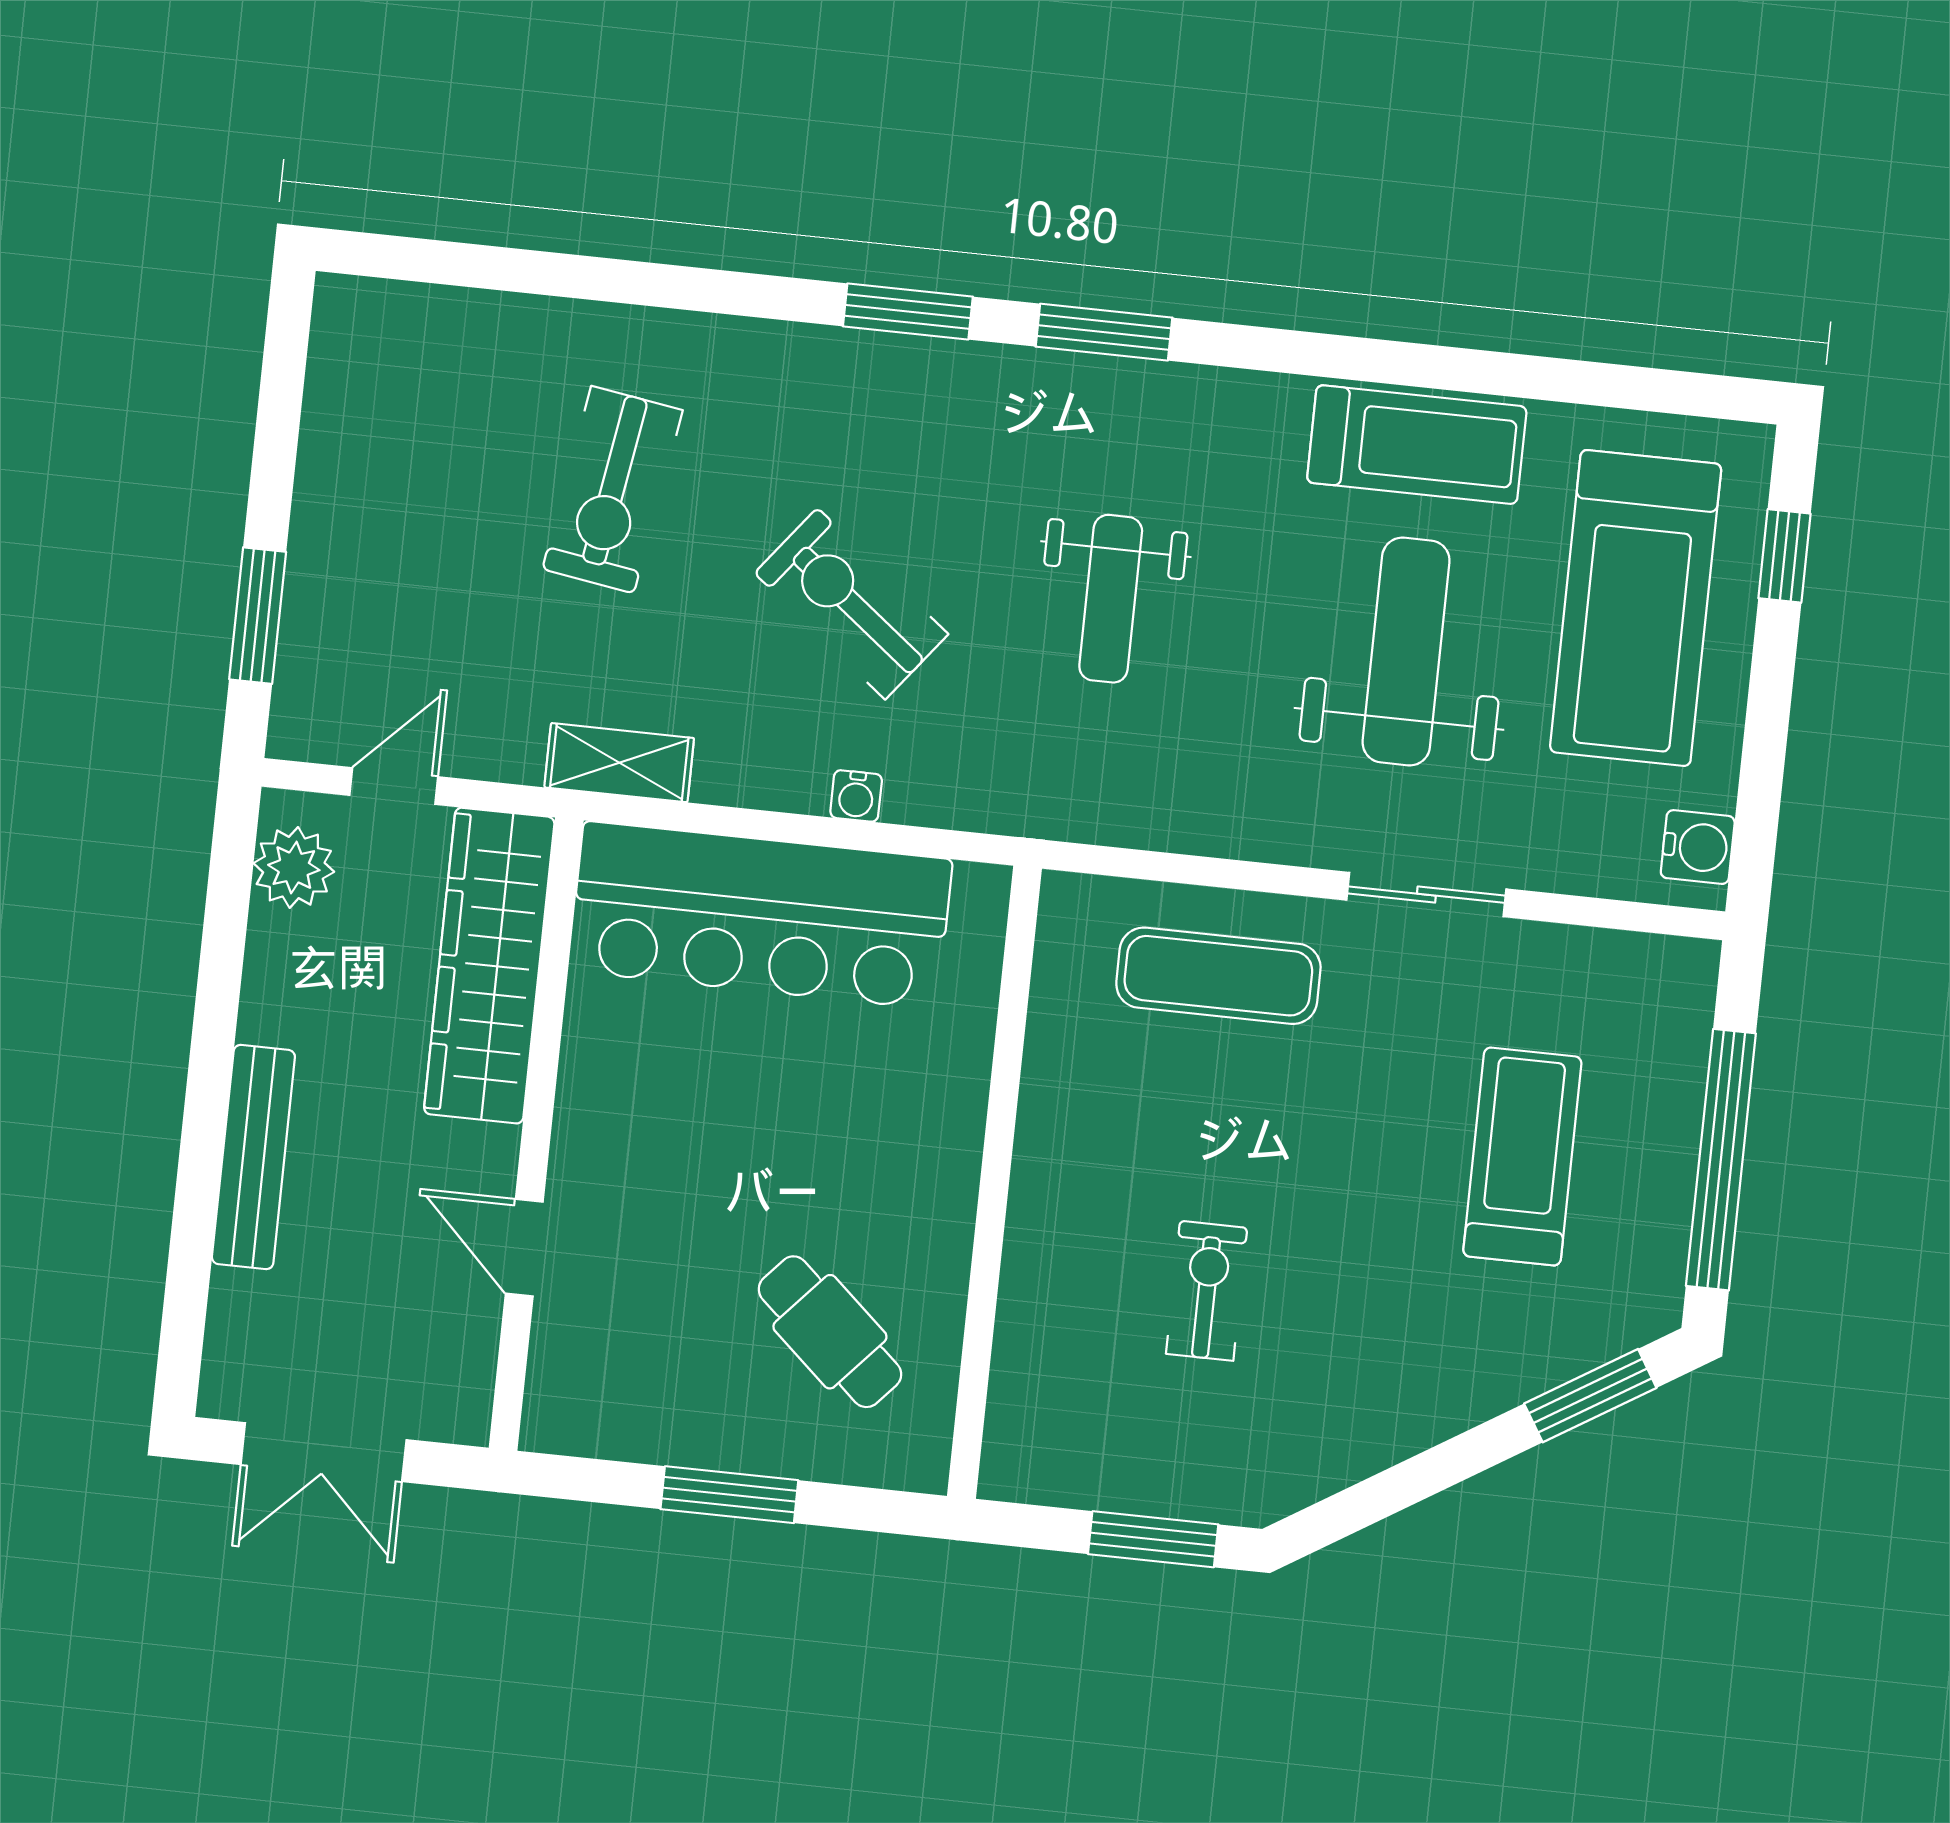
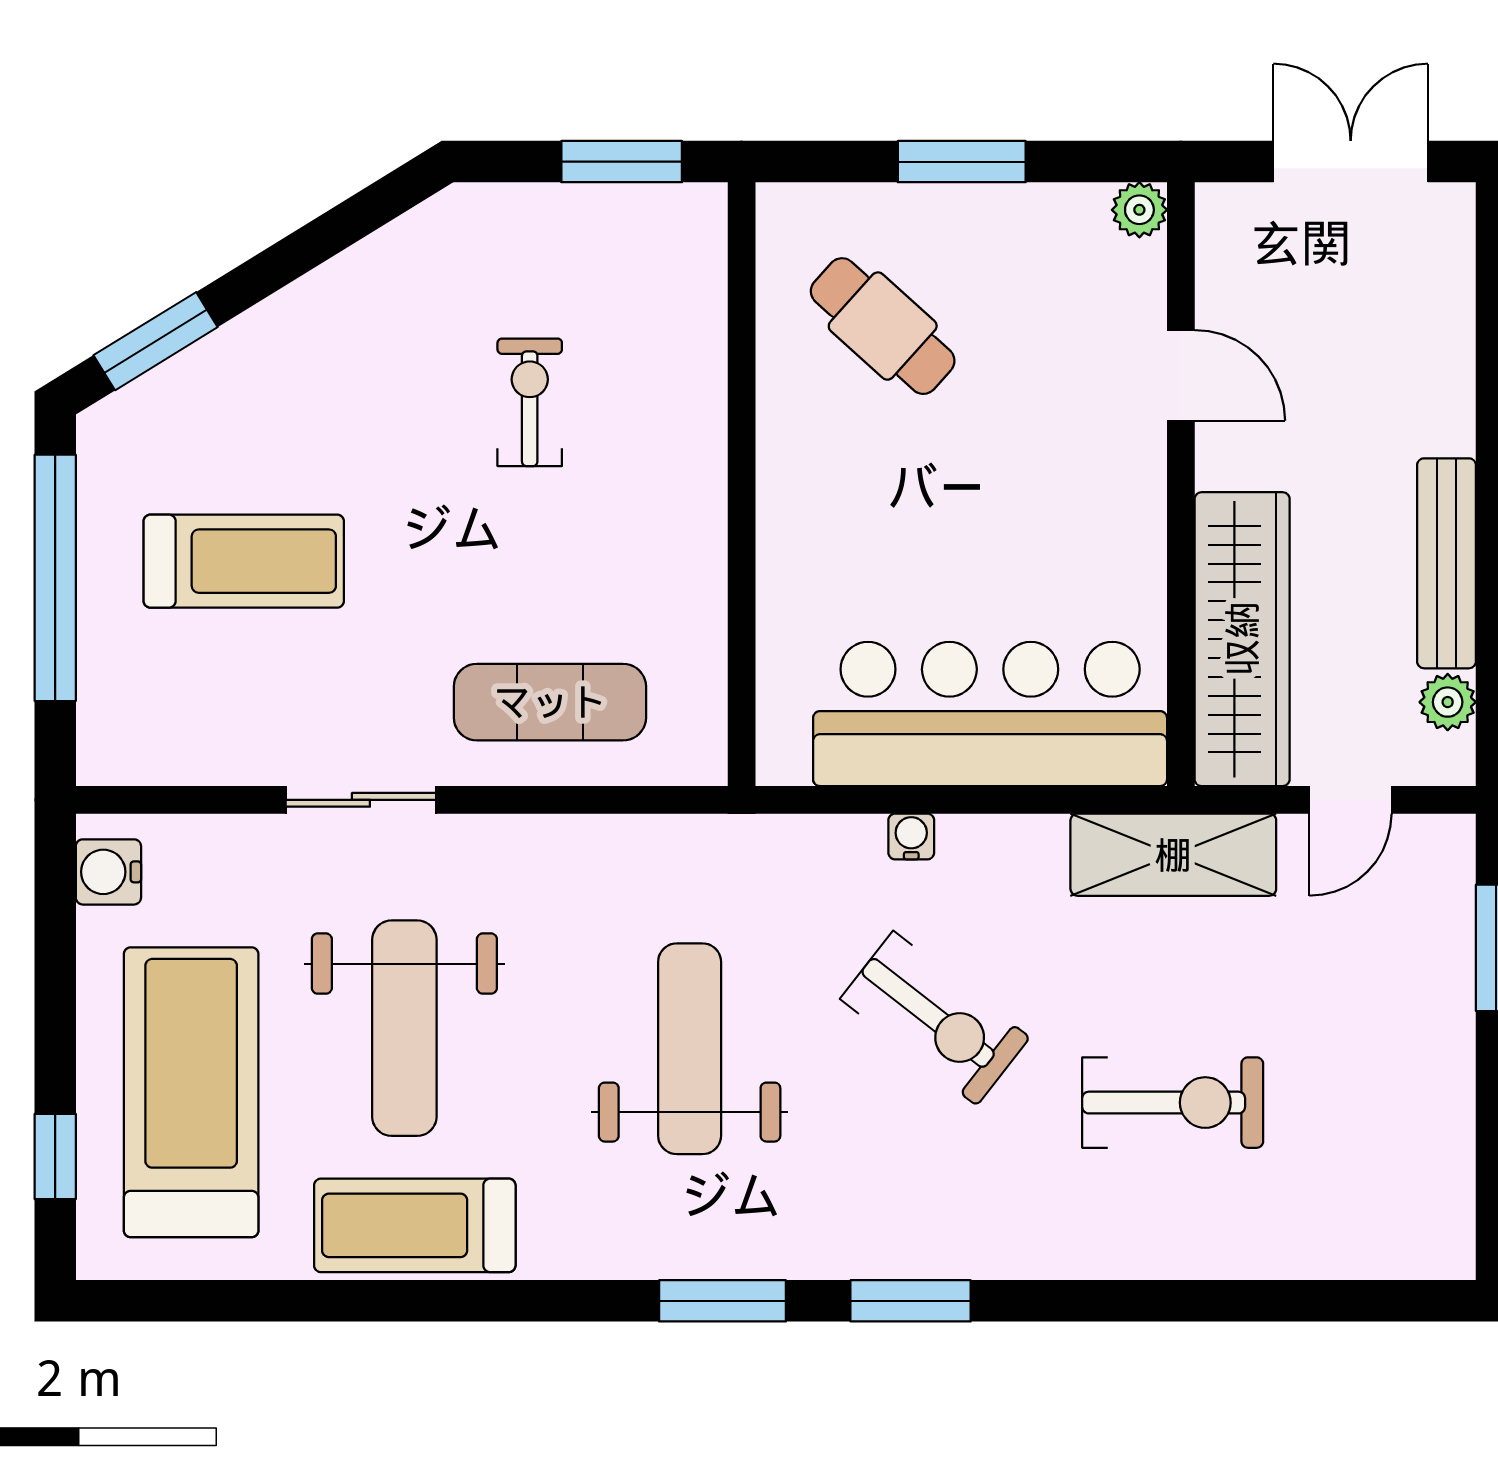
exercise bike: (612, 490) -> (1173, 1103), turned 81
weight bench: (1111, 599) -> (690, 1049), width x1.36, depth x1.33
shelving: (619, 763) -> (1173, 855), width x1.50, depth x1.33
plant: (294, 867) -> (1448, 702), width x0.73, depth x0.73
treadmill: (1522, 1156) -> (244, 561), turned -90
bench: (253, 1157) -> (1446, 563), moved
exercise bike: (1207, 1291) -> (530, 402), turned 180
plant: (549, 1425) -> (1139, 210), added
window: (1153, 1539) -> (622, 162), moved

